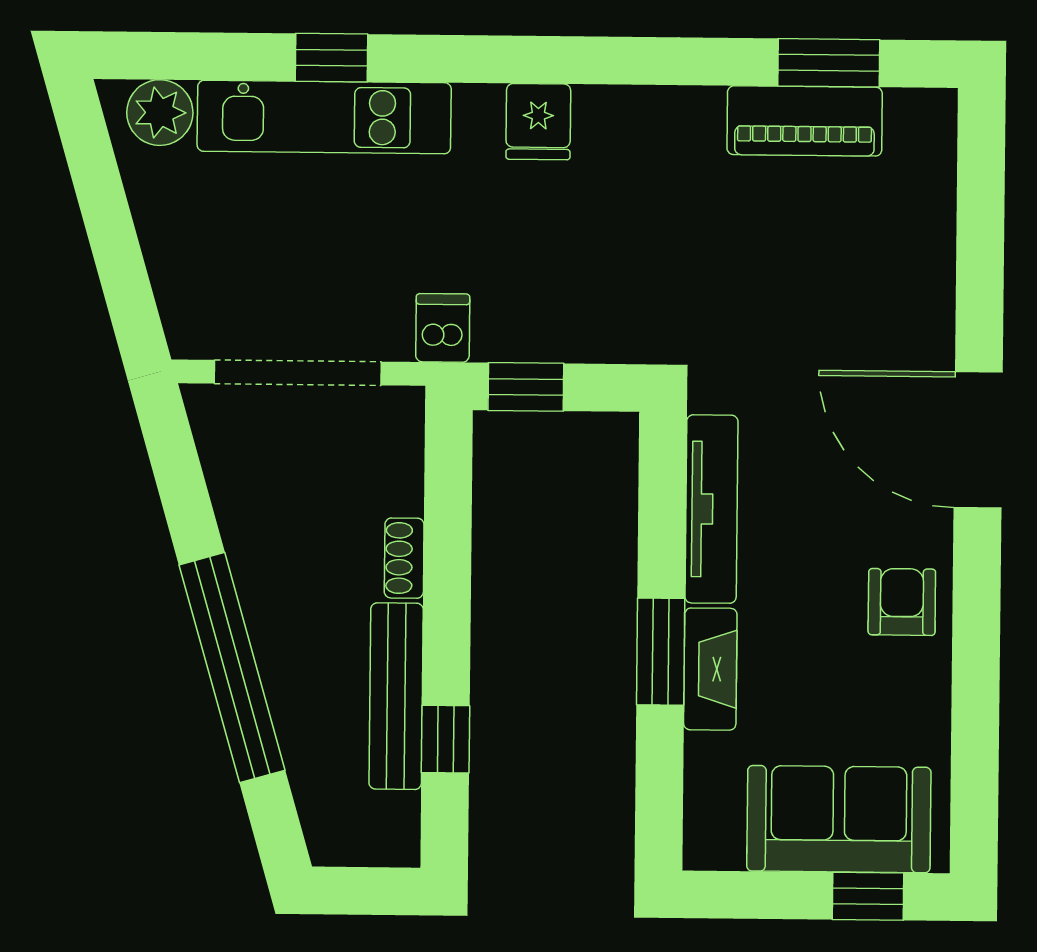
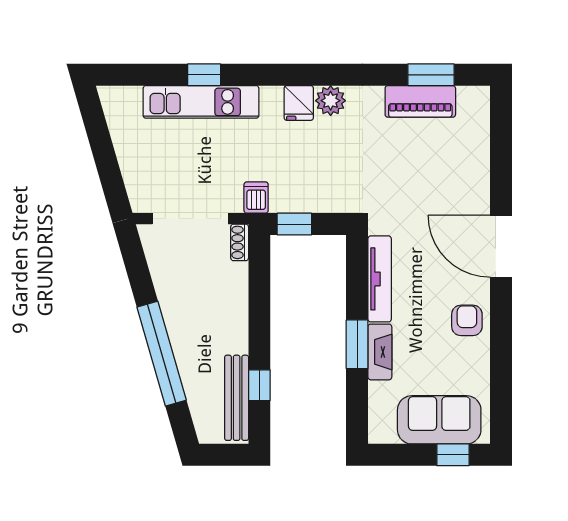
plant: (160, 113) -> (331, 101), moved
shoe rack: (404, 558) -> (240, 242), moved
bench: (396, 696) -> (237, 398), moved

